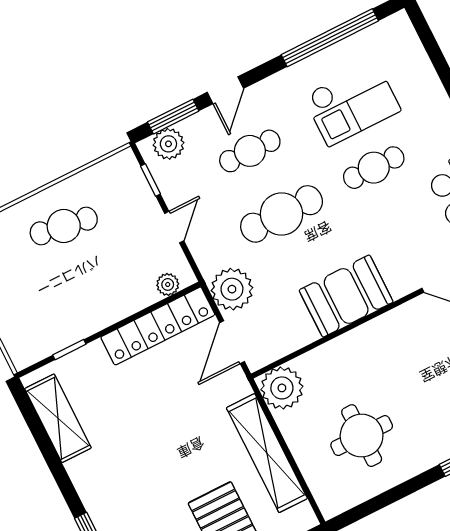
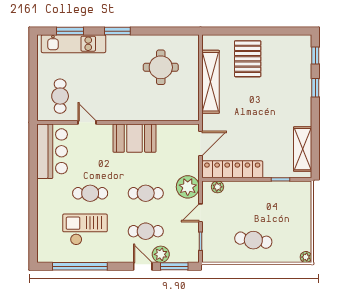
door: (225, 90) -> (143, 266), hinge flipped
plant: (168, 144) -> (161, 254), moved
cafe table: (282, 214) -> (146, 193), width x0.73, depth x0.74
plant: (232, 289) -> (188, 187), moved
plant: (282, 388) -> (188, 109), removed

